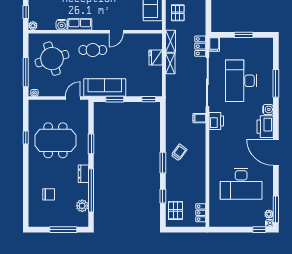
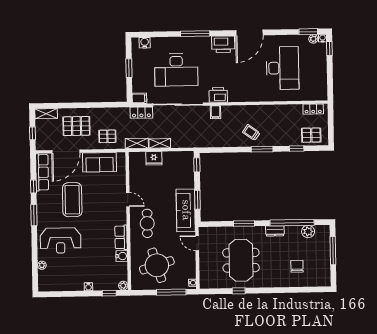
window: (276, 83) -> (195, 34), moved
water cooler: (268, 109) -> (145, 43), moved
window: (276, 209) -> (308, 32), width x0.69

